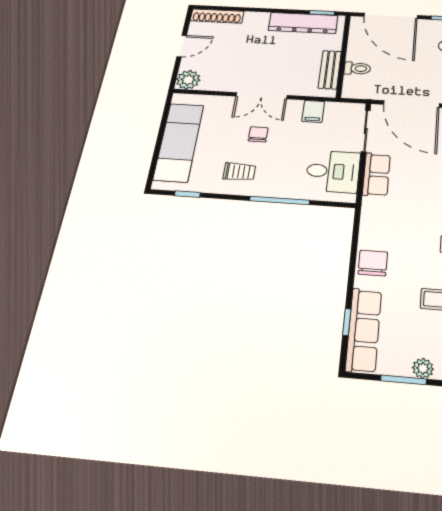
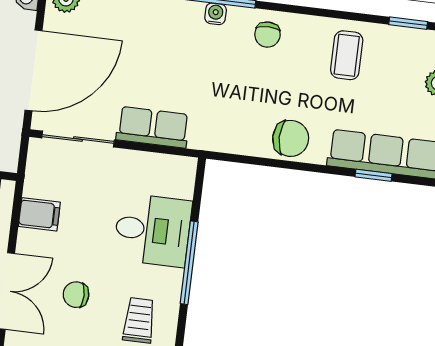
desk: (333, 171) -> (153, 230), moved, turned 90
chair: (373, 263) -> (291, 138), turned 180

